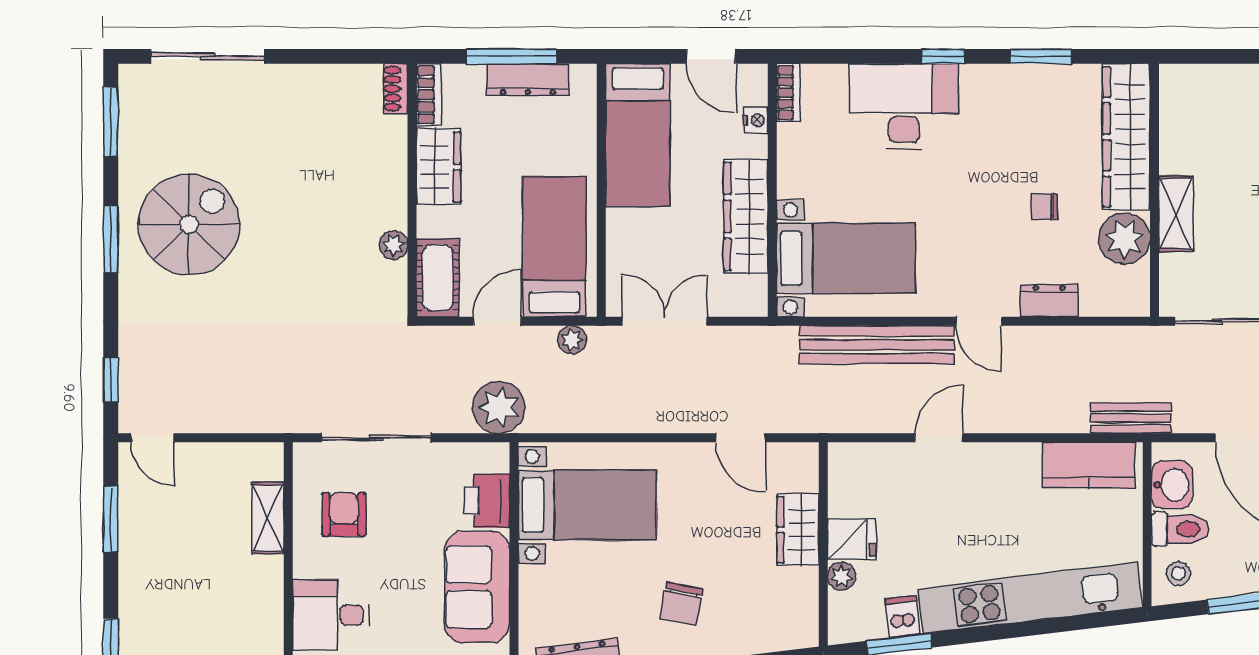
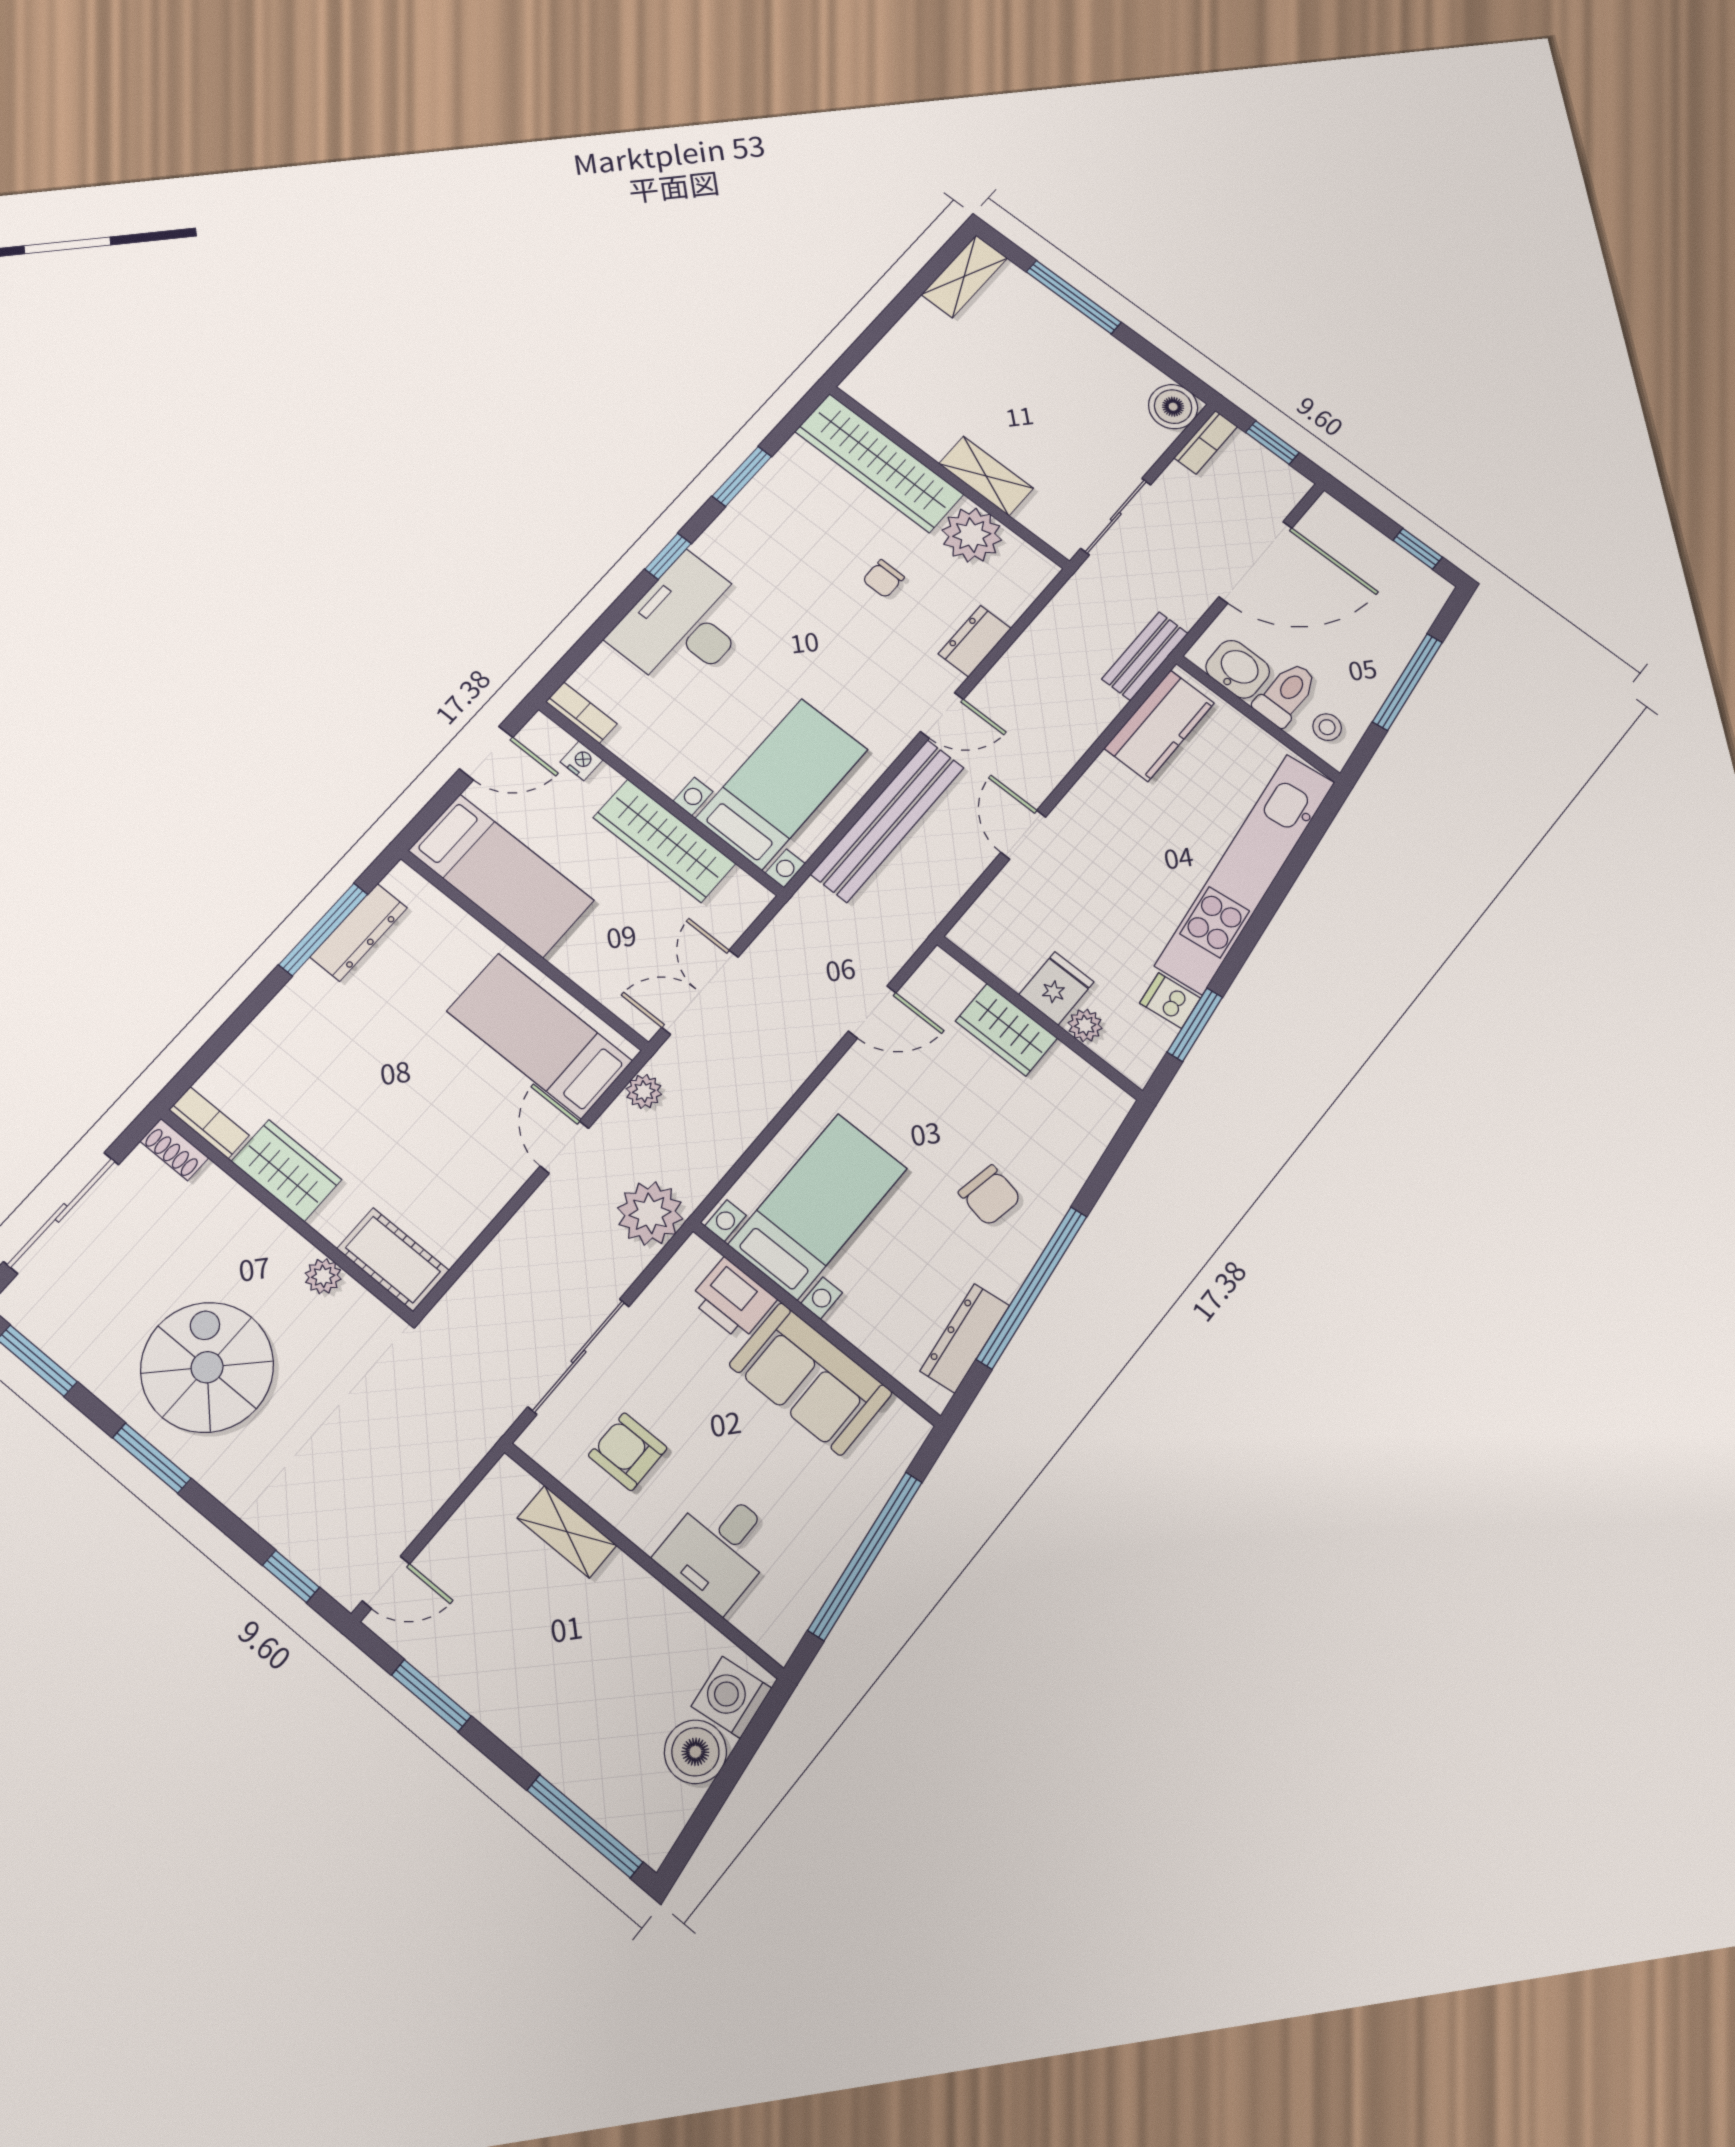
shoe rack: (395, 89) -> (174, 1149), moved
bookcase: (429, 95) -> (209, 1123), moved
wardrobe: (439, 167) -> (286, 1170), moved
wall: (412, 190) -> (286, 1214), moved
plant: (393, 245) -> (323, 1276), moved
cot: (438, 278) -> (393, 1260), moved

